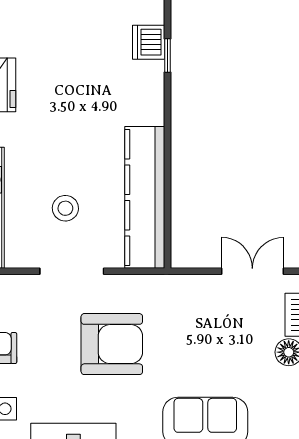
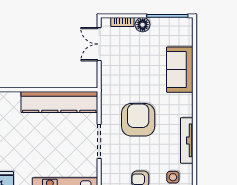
stool: (65, 208) -> (65, 145), removed

